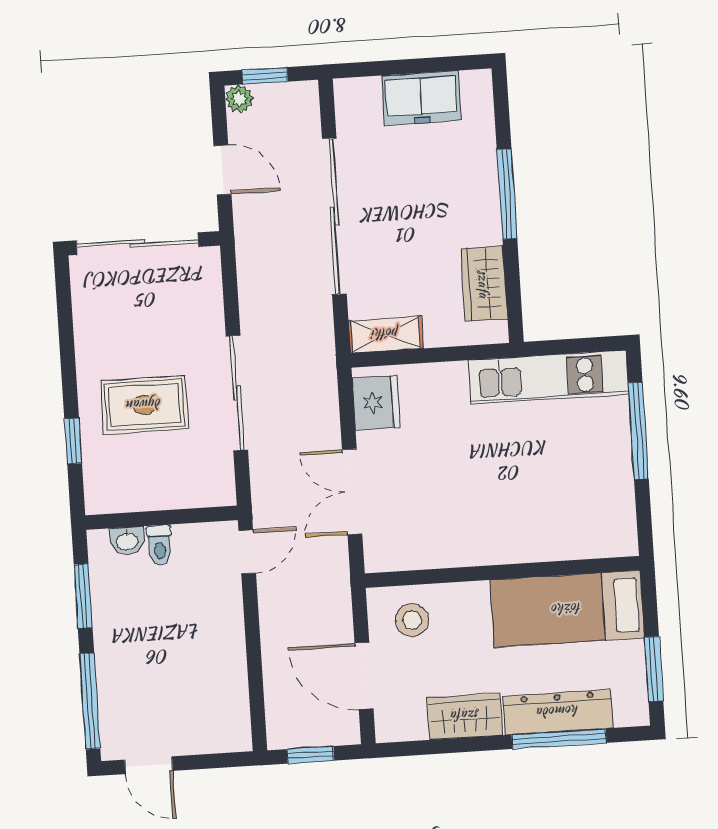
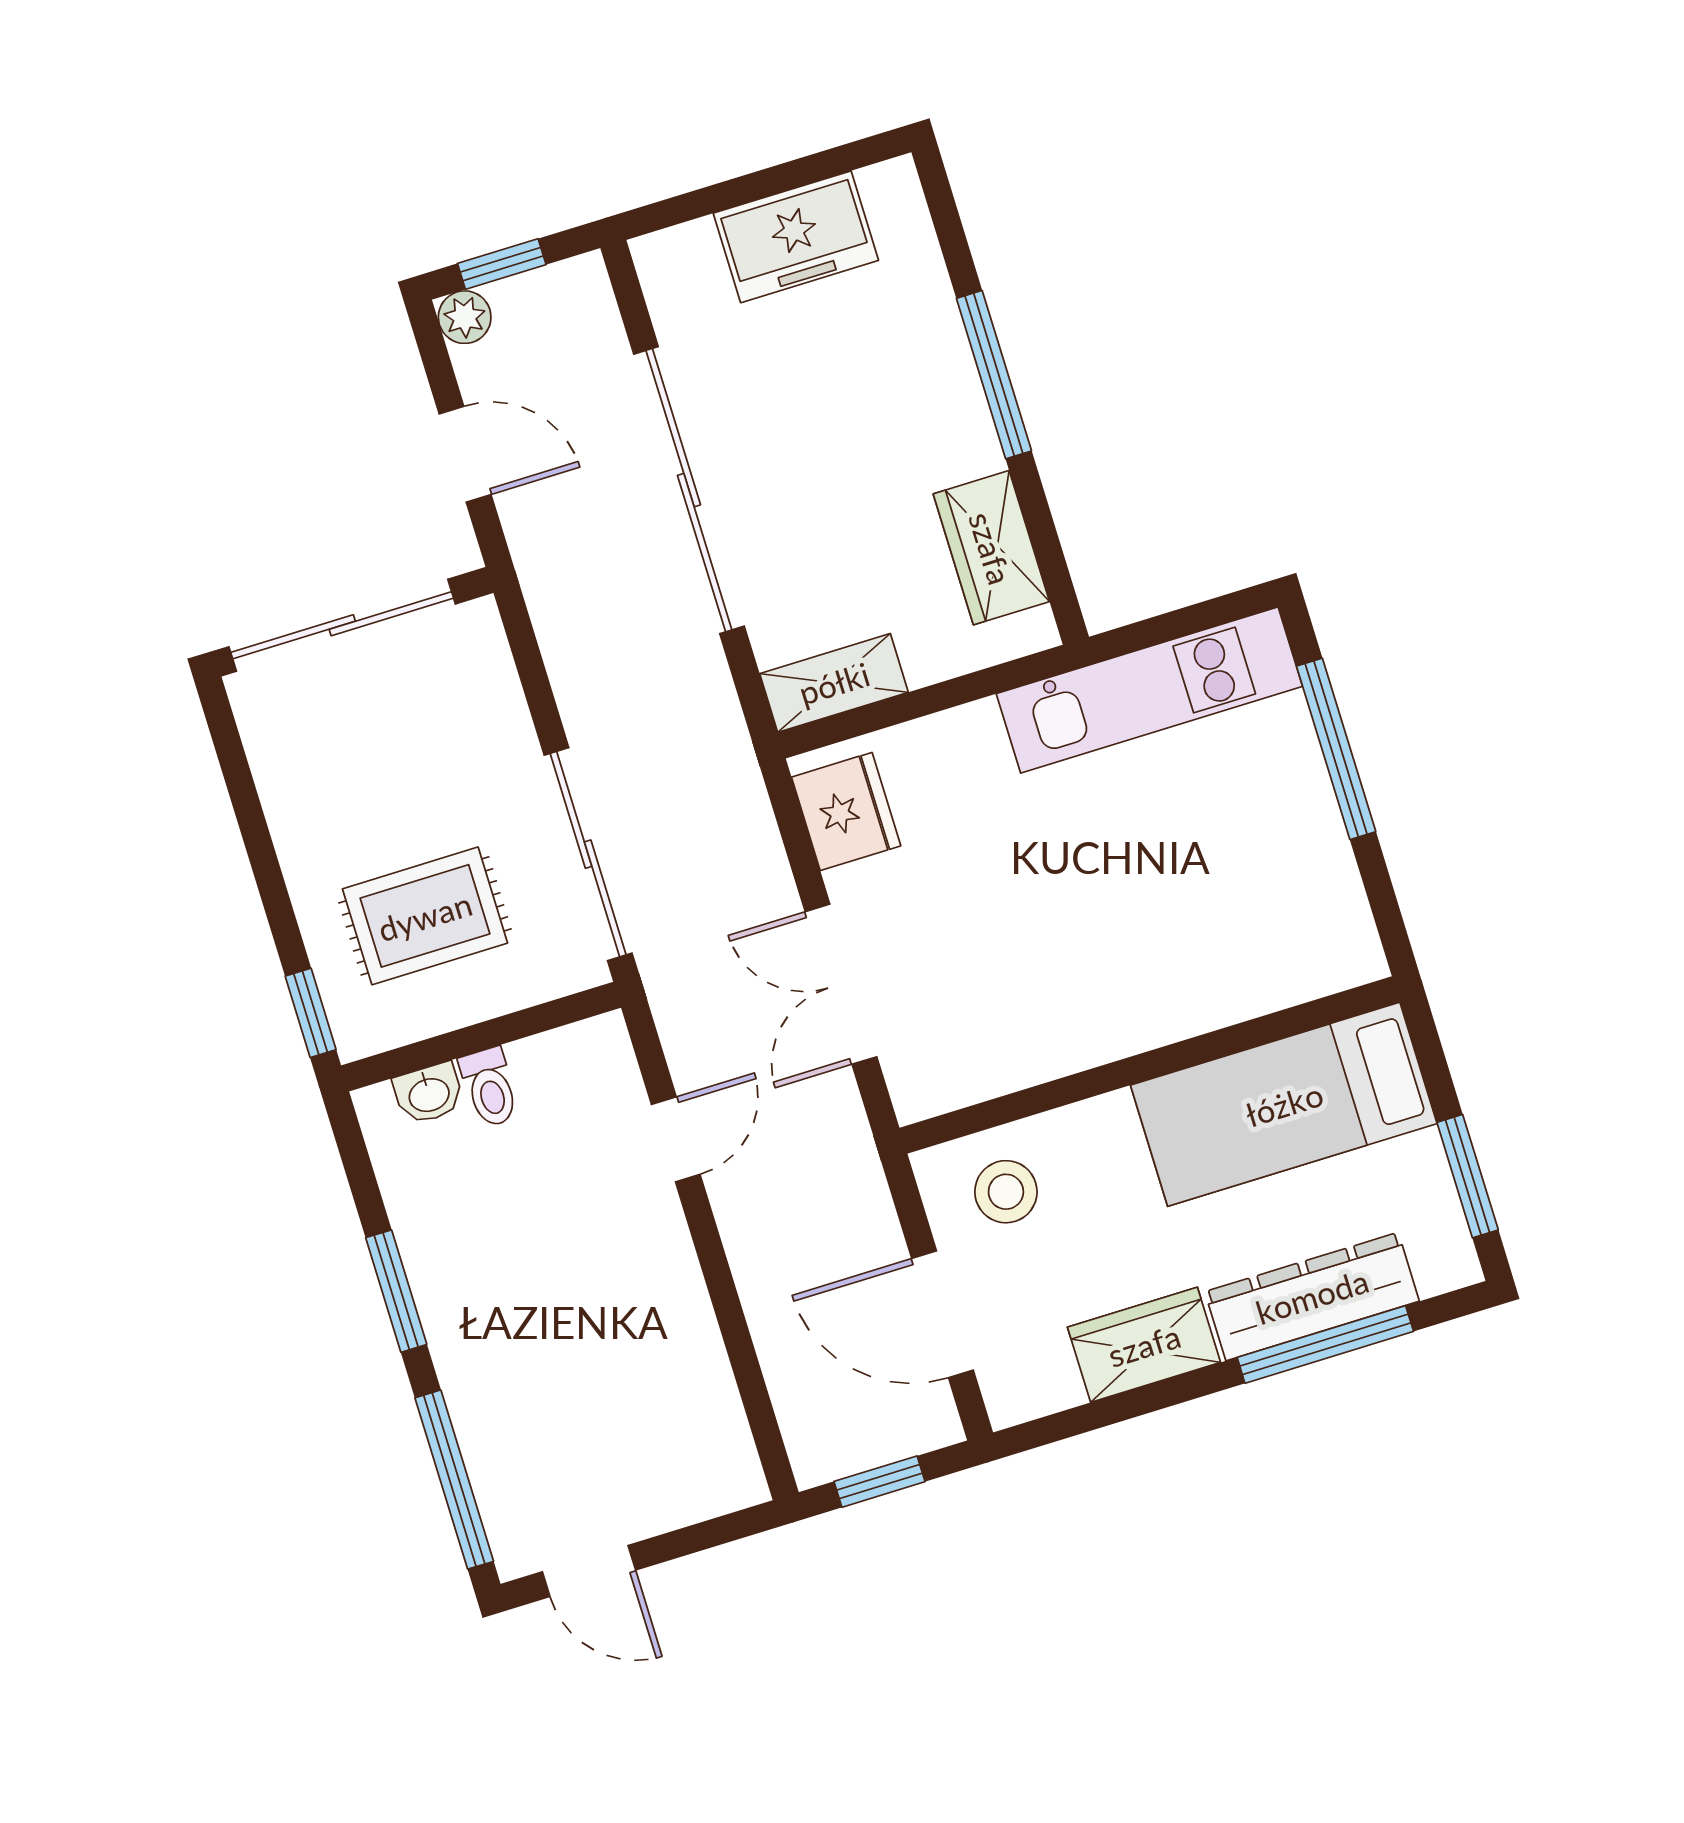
wall: (161, 518) -> (481, 1037), moved
washbasin: (127, 541) -> (429, 1094), moved
toilet: (160, 545) -> (489, 1087), moved

